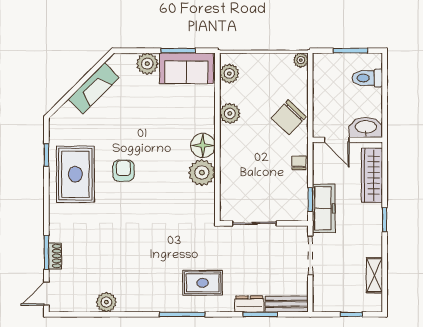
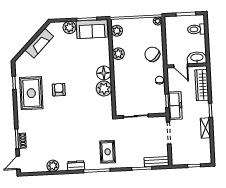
chair: (289, 117) -> (152, 54), turned 93
shelving: (374, 275) -> (205, 128), moved
rug: (203, 283) -> (108, 152), turned 90
dresser: (249, 304) -> (76, 166), moved

